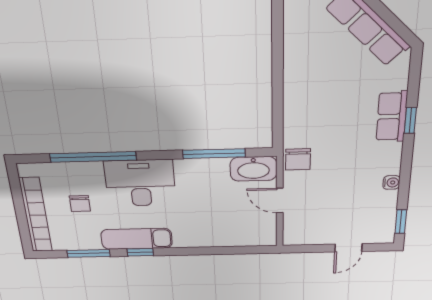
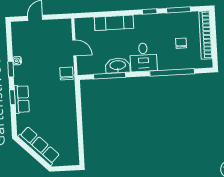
washbasin: (253, 169) -> (118, 66), moved
desk: (140, 183) -> (143, 57), width x0.73
window: (401, 222) -> (11, 69), moved
exam couch: (137, 239) -> (114, 23), moved

